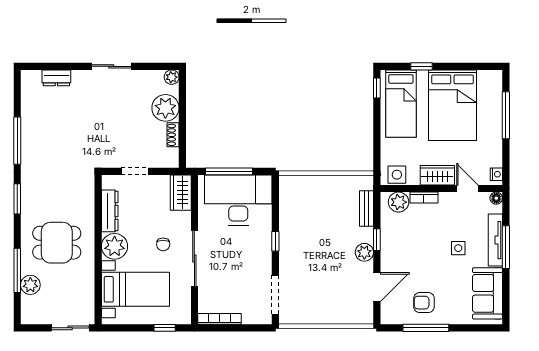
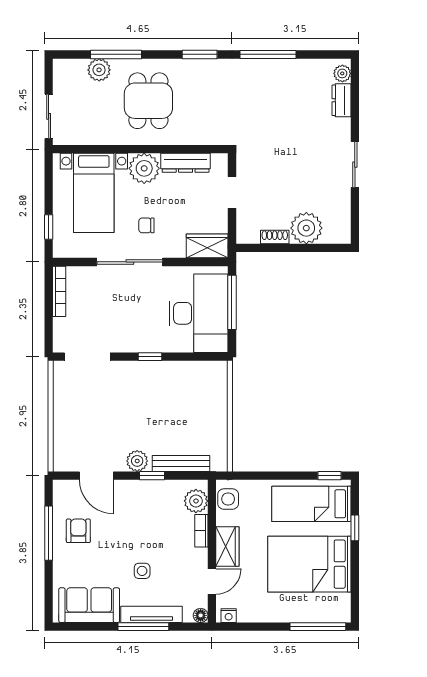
plant: (172, 77) -> (342, 73), moved
window: (506, 115) -> (318, 627), moved
bench: (367, 208) -> (181, 463), width x1.36

